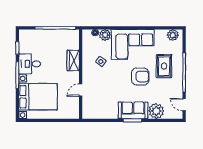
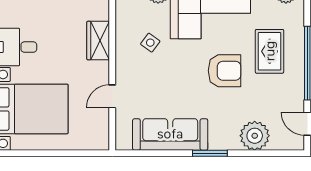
sofa: (133, 110) -> (170, 134), moved, width x1.36

